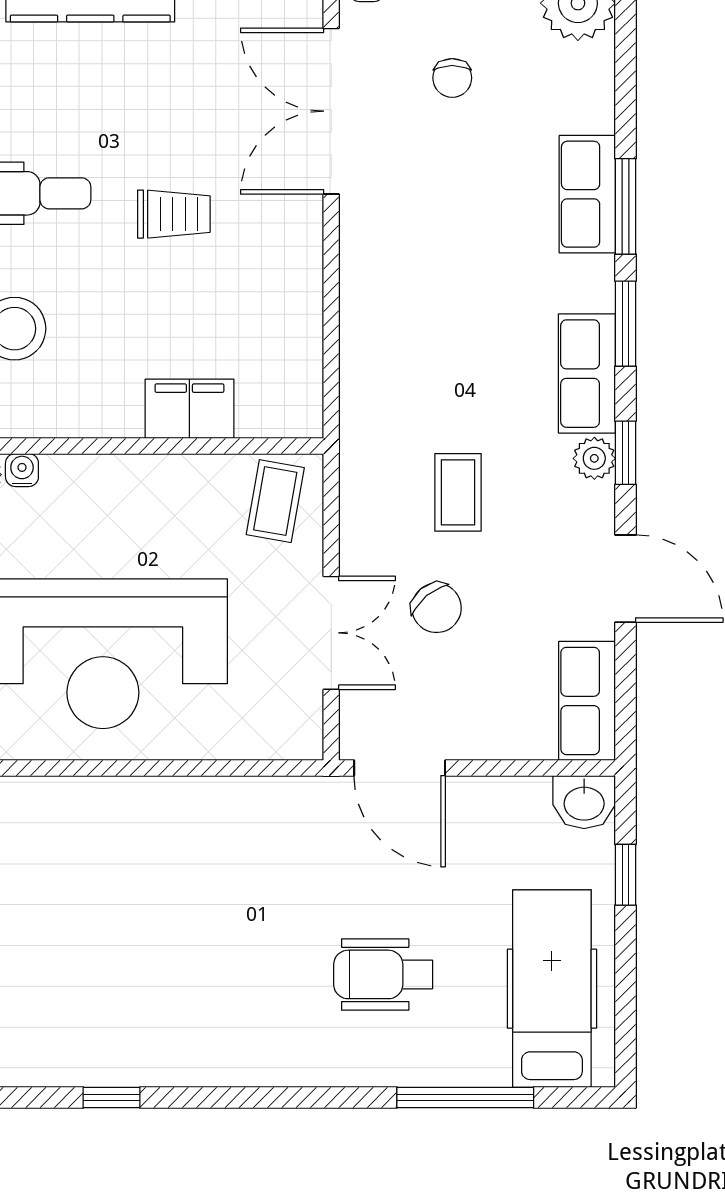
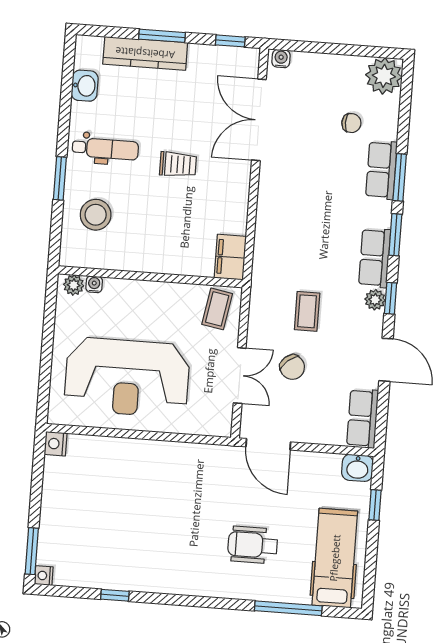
chair: (452, 78) -> (351, 123), moved, turned -89
filing cabinet: (189, 409) -> (230, 257), moved, turned -90

